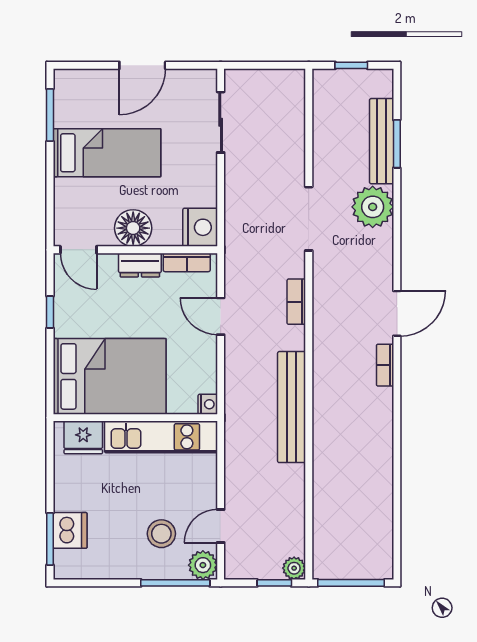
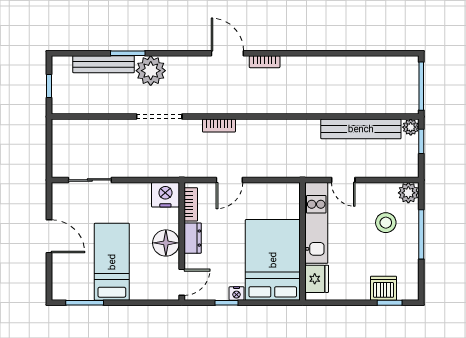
window: (397, 144) -> (128, 53), moved
nightstand: (208, 404) -> (237, 293), moved, turned 180
bench: (292, 407) -> (361, 129), moved
door: (221, 526) -> (343, 180), moved
window: (50, 539) -> (390, 303), width x0.67
window: (175, 583) -> (421, 234), moved

